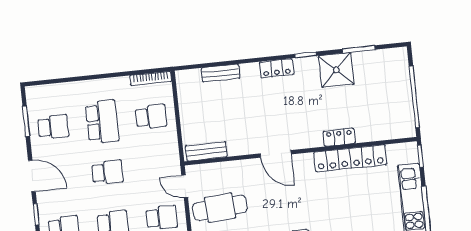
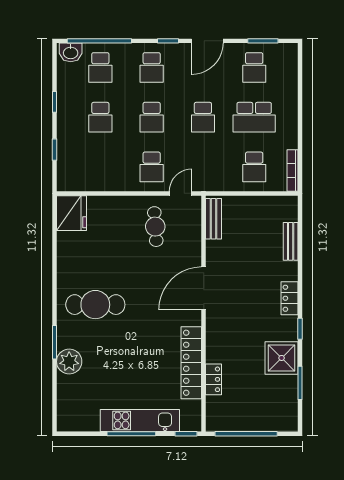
locker: (339, 137) -> (214, 379), moved
door: (276, 154) -> (204, 288), width x1.36
cafe table: (220, 208) -> (155, 227), width x0.73, depth x0.74

